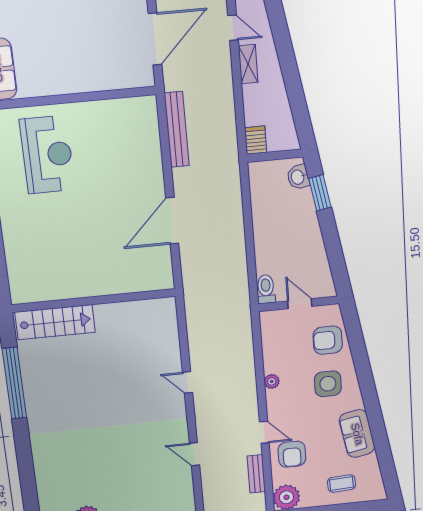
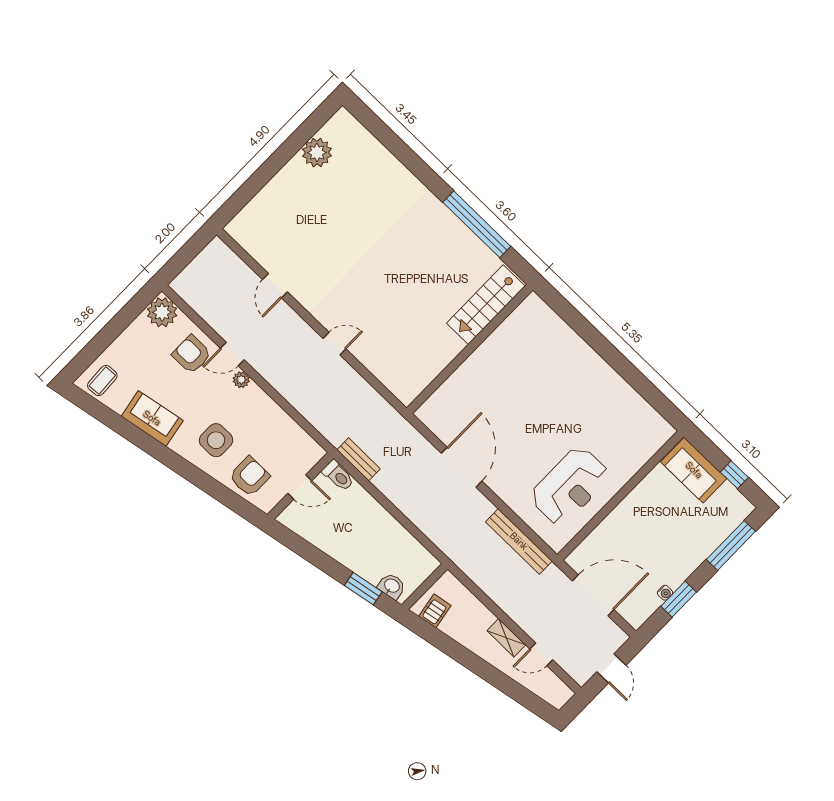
door: (155, 39) -> (593, 595), swing flipped
server rack: (256, 140) -> (435, 611), moved, turned -100
reception desk: (47, 155) -> (570, 486), moved, turned -90
plant: (272, 381) -> (241, 380), moved
door: (194, 454) -> (275, 286), swing flipped
bench: (256, 474) -> (359, 459), moved
coffee table: (342, 483) -> (102, 381), moved

